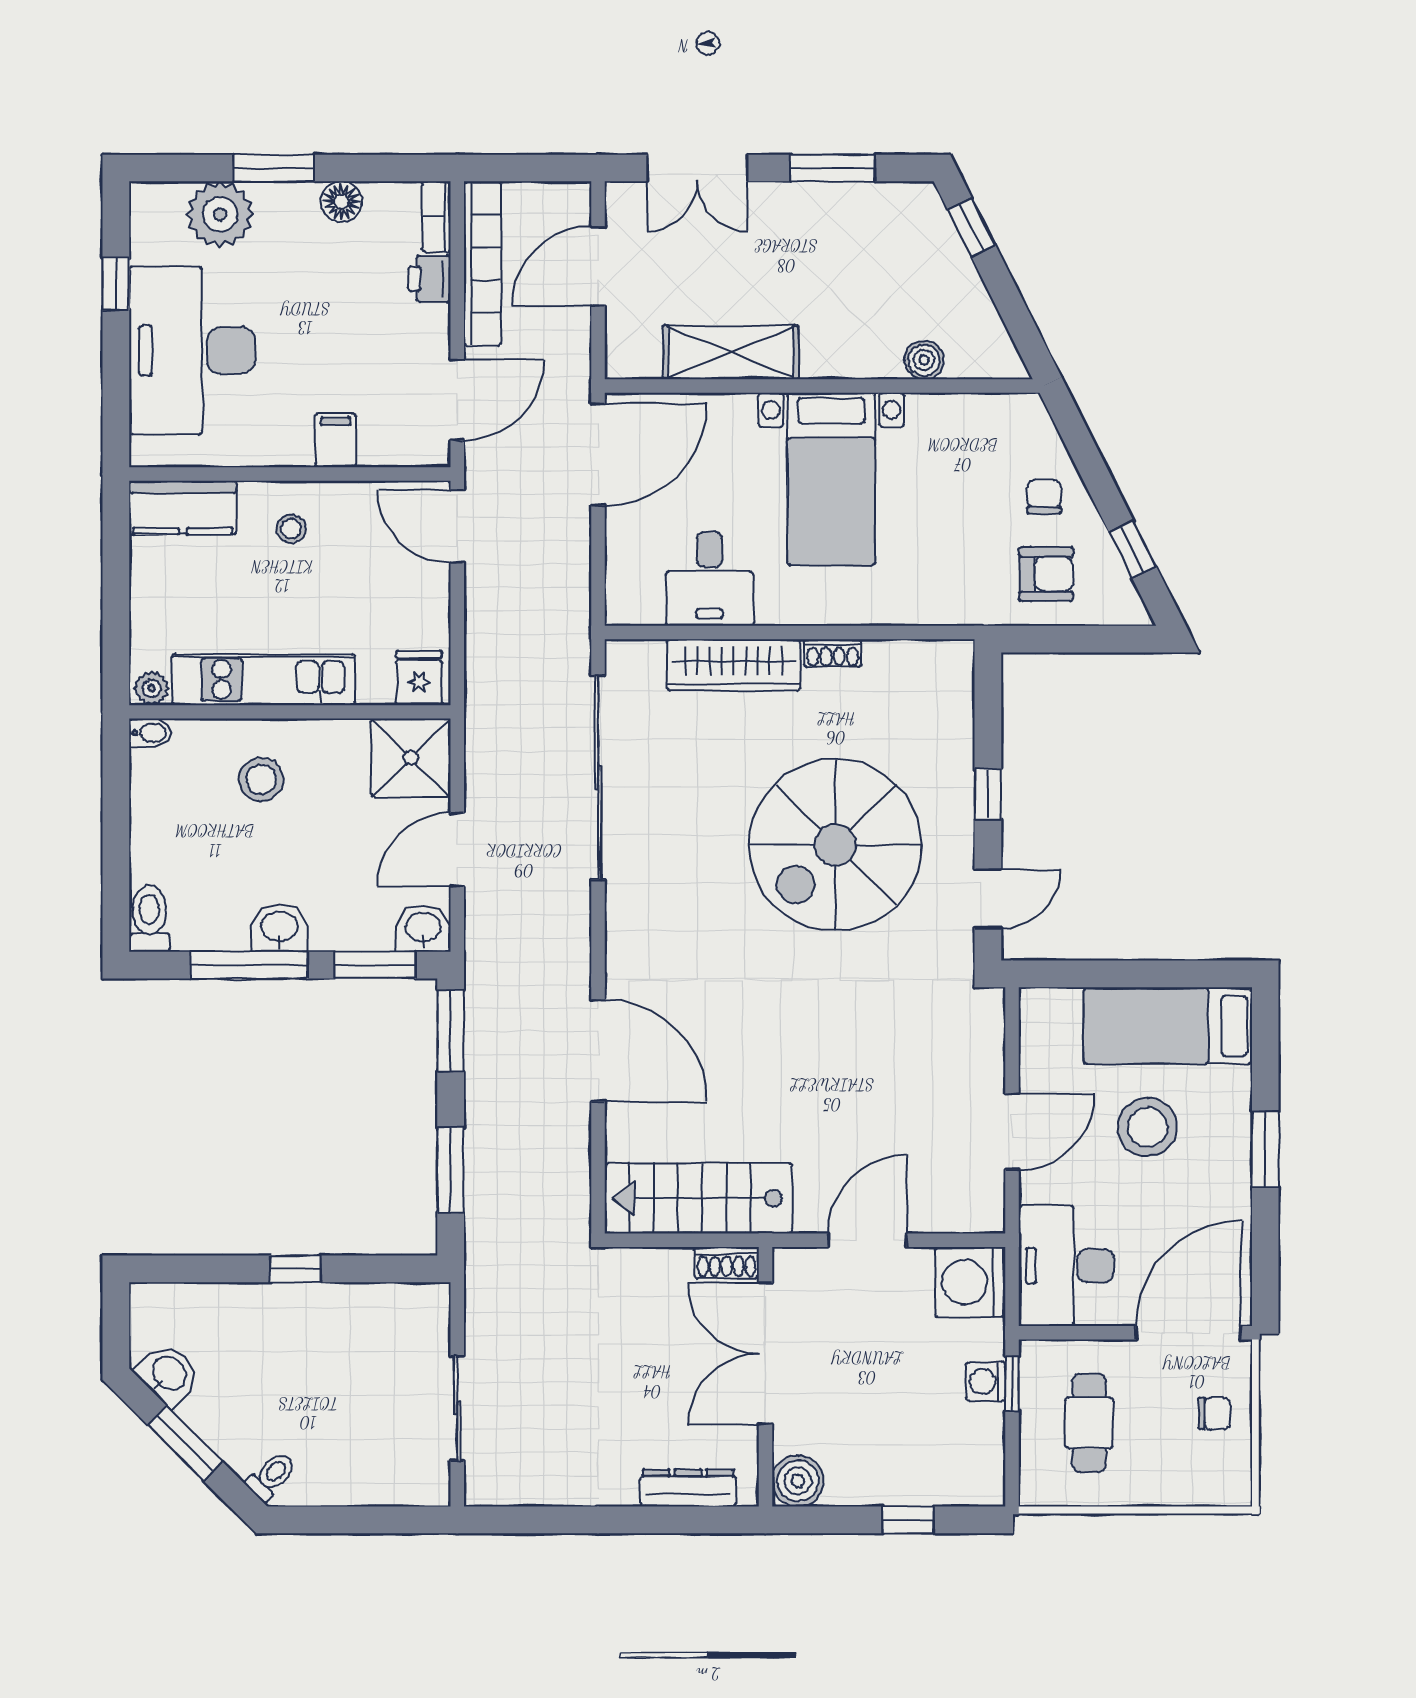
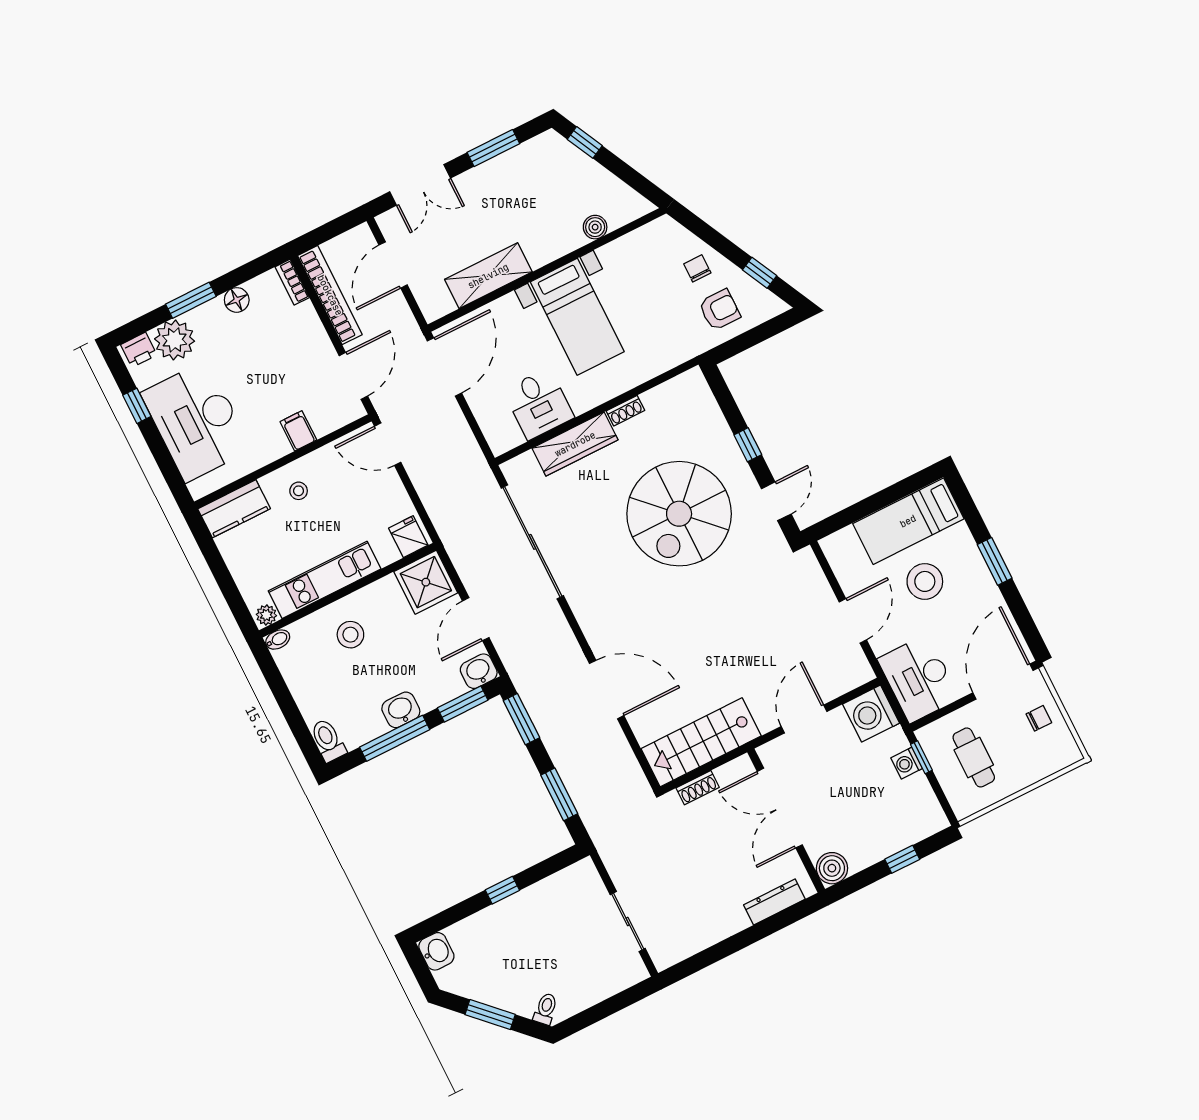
printer: (429, 279) -> (139, 350), moved, turned -90
shoe rack: (727, 1263) -> (698, 788), moved
washbasin: (168, 1374) -> (436, 951), moved, turned 45

